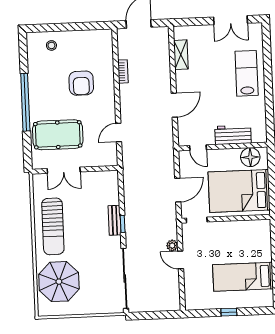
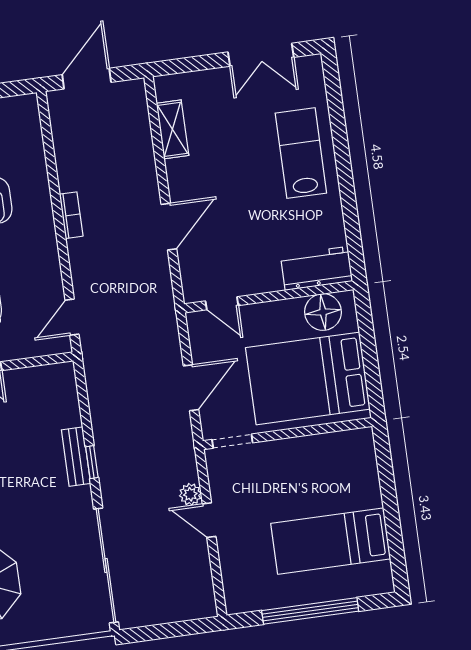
bookcase: (123, 71) -> (71, 215), moved
door: (119, 133) -> (72, 317), moved
workbench: (233, 135) -> (316, 268), moved
window: (229, 312) -> (310, 611), width x3.17

